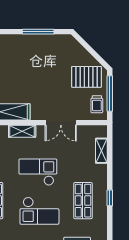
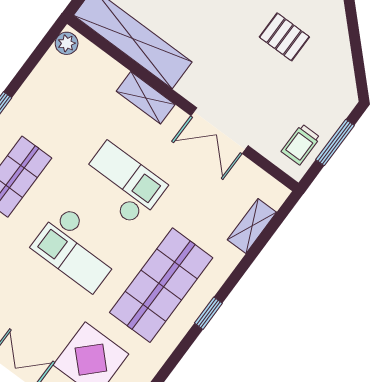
pallet: (86, 77) -> (284, 37), moved, width x0.67, depth x0.71
window: (110, 93) -> (335, 143), width x0.69
shop shelf: (83, 201) -> (161, 285), width x1.43, depth x1.36

